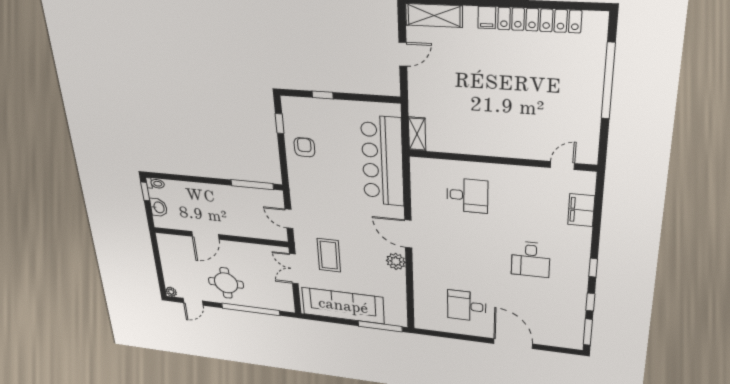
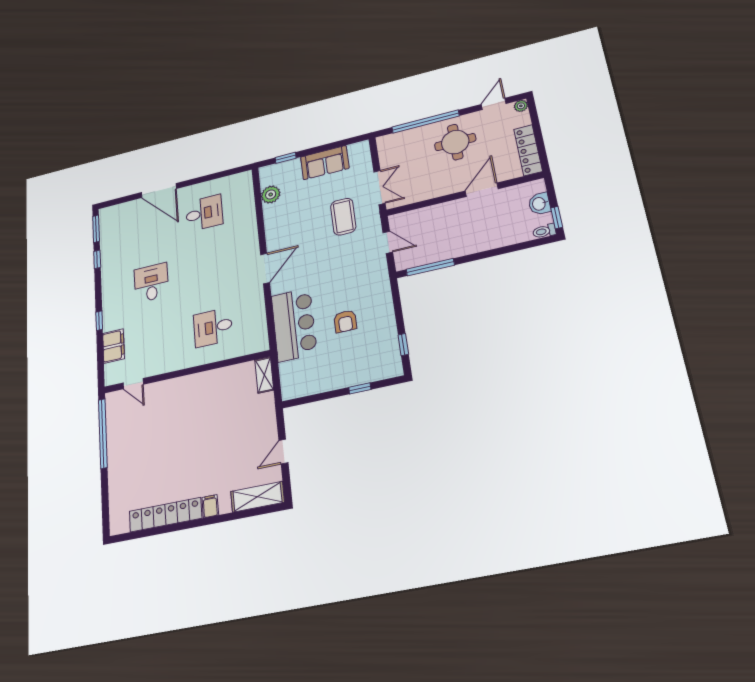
window: (608, 81) -> (103, 433), moved
armchair: (304, 147) -> (345, 321), moved
bar counter: (383, 161) -> (294, 325), width x0.73
door: (562, 166) -> (133, 384), hinge flipped
door: (408, 234) -> (265, 268), hinge flipped
locker: (166, 254) -> (528, 150), added
plant: (396, 261) -> (271, 195), moved
window: (593, 268) -> (99, 321), moved
sofa: (343, 306) -> (325, 163), width x0.54, depth x0.79
window: (380, 326) -> (286, 158), width x0.46

